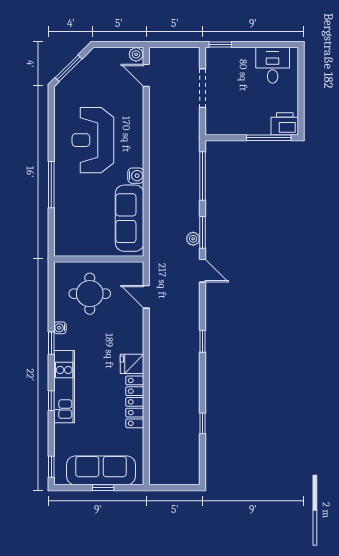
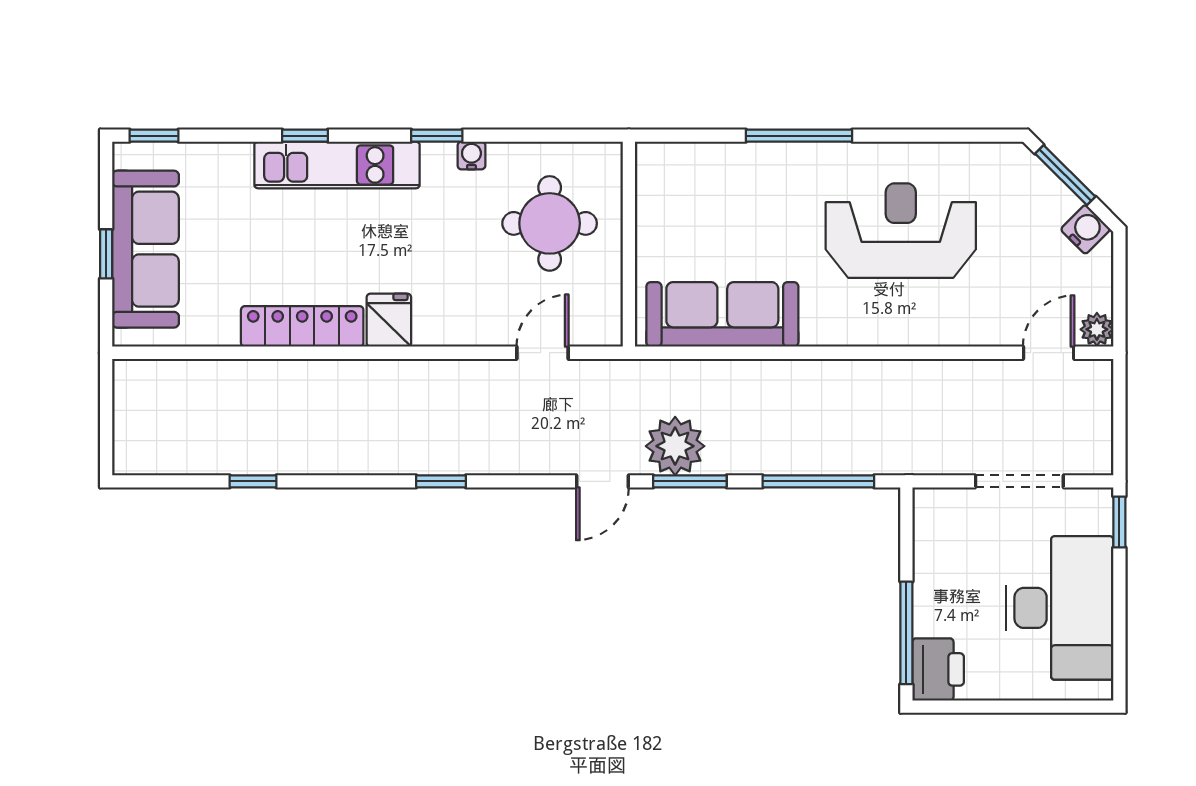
desk: (273, 65) -> (1060, 608), width x1.87, depth x1.30
water cooler: (136, 176) -> (1085, 229), moved, turned -135
plant: (193, 239) -> (675, 446), width x1.87, depth x1.87

